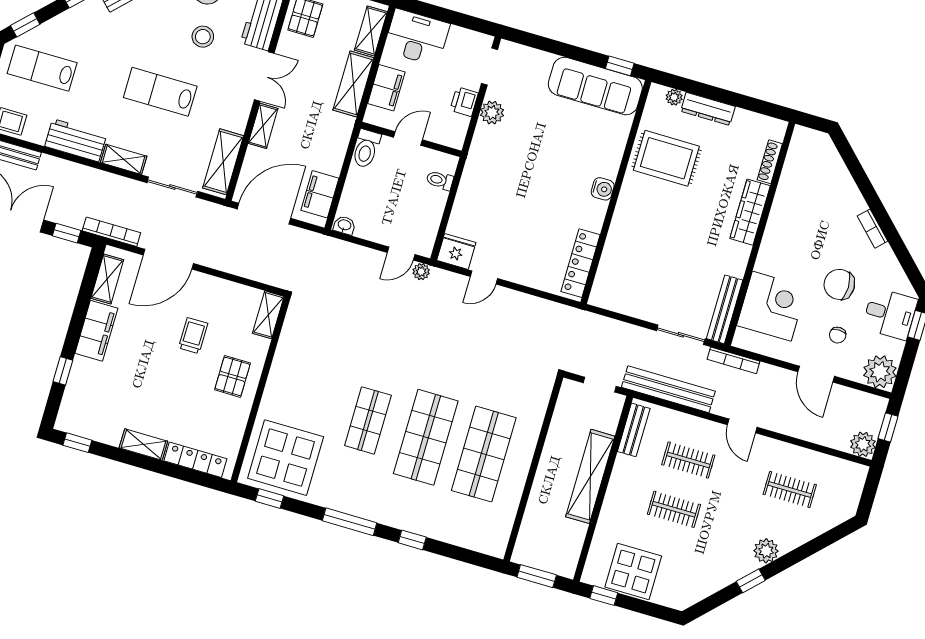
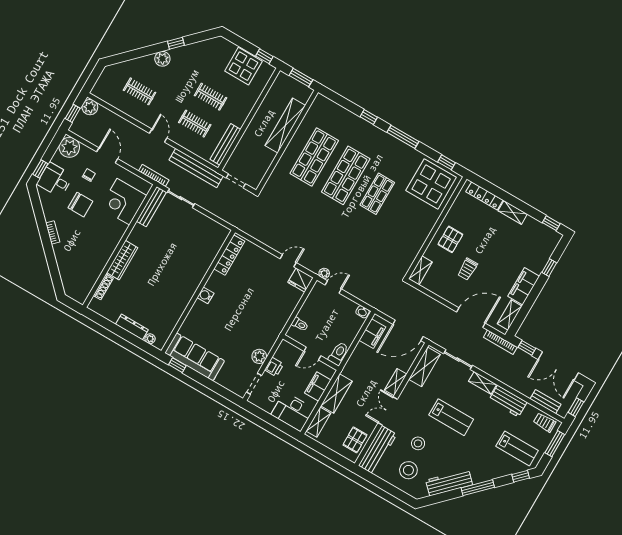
rug: (666, 158) -> (163, 304), removed
bench: (634, 430) -> (225, 144), width x1.36
shelving: (590, 476) -> (285, 125), moved

